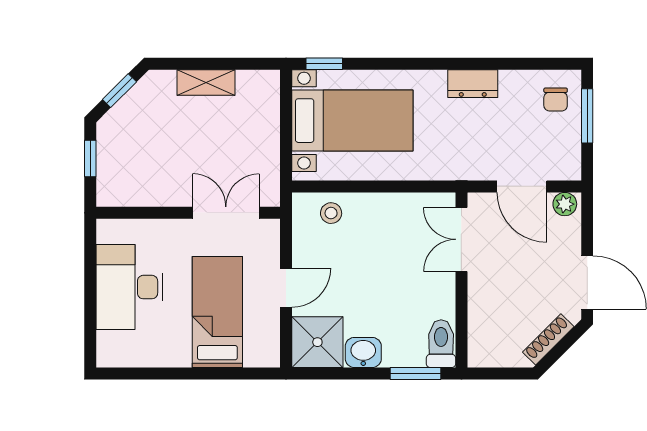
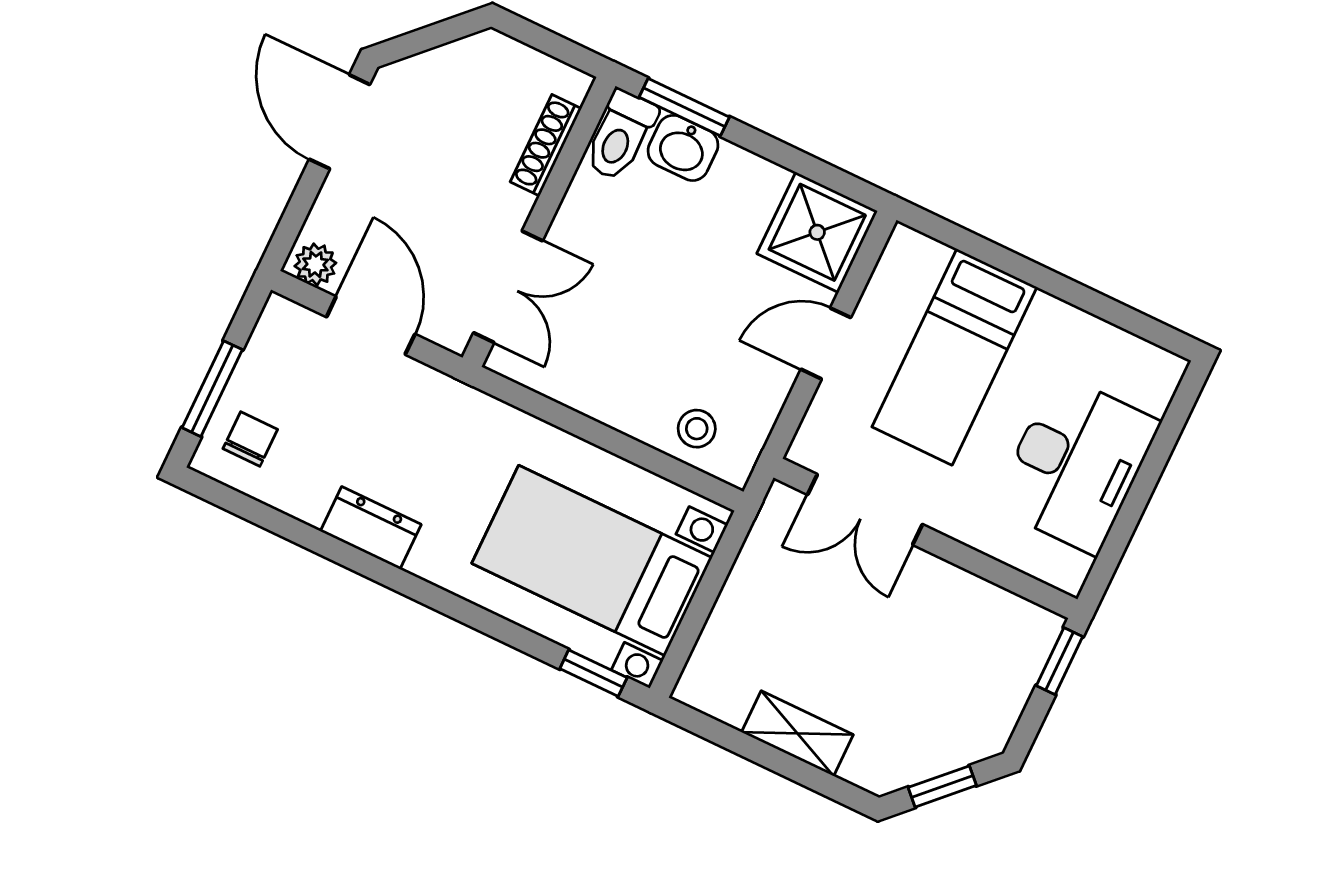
window: (90, 158) -> (1060, 661), moved
shoe rack: (548, 339) -> (546, 145), moved, turned 135
washbasin: (363, 352) -> (683, 148), moved

